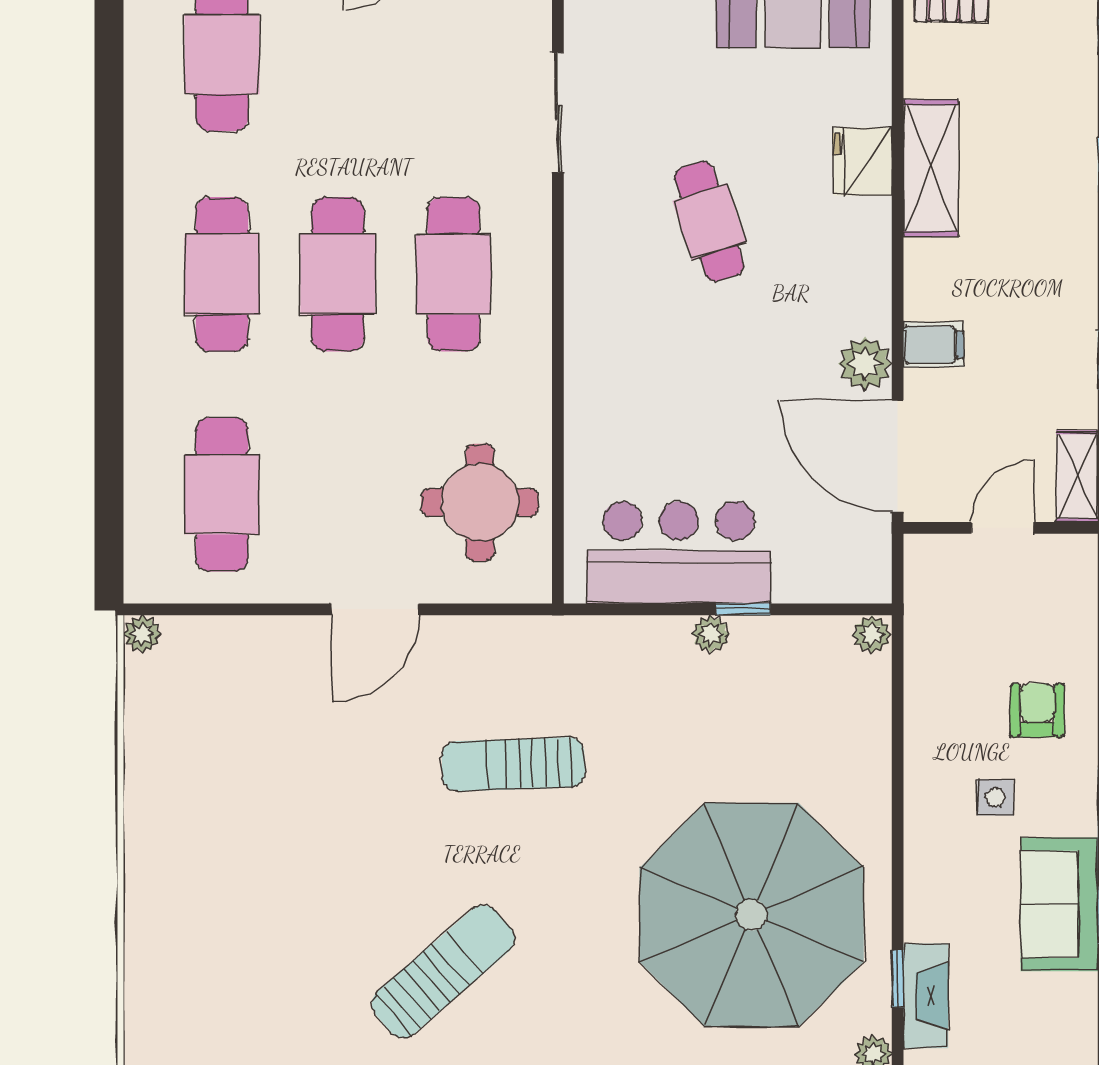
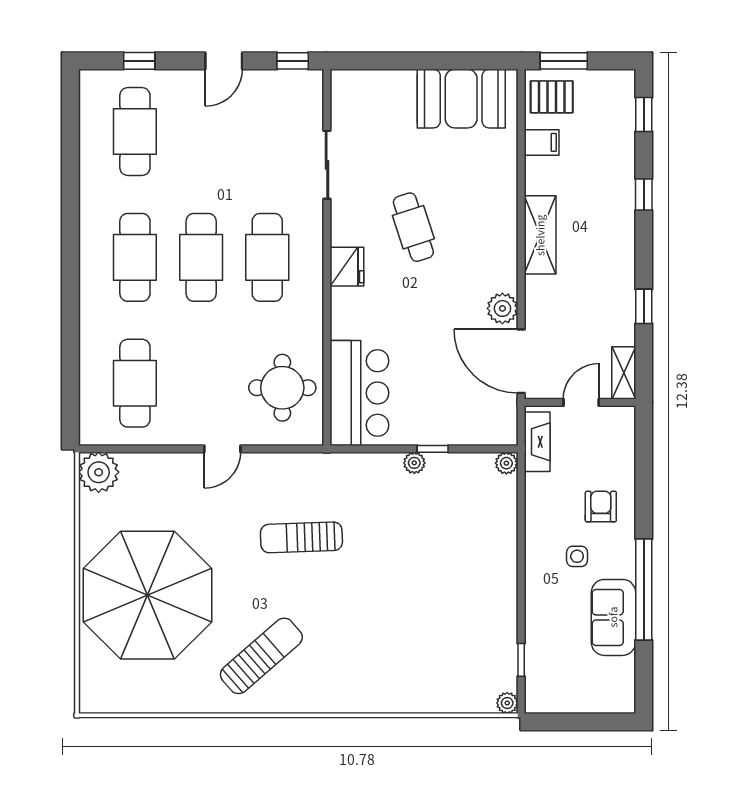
fridge: (863, 162) -> (347, 267), moved, turned 180
shelving: (931, 168) -> (540, 235), moved
filing cabinet: (934, 344) -> (542, 142), moved
bar counter: (679, 552) -> (359, 393), moved, turned 90
door: (375, 609) -> (222, 449), width x0.73
plant: (142, 634) -> (99, 472), width x1.87, depth x1.87
parasol: (752, 915) -> (147, 595), moved
fireplace: (926, 996) -> (537, 442), moved

